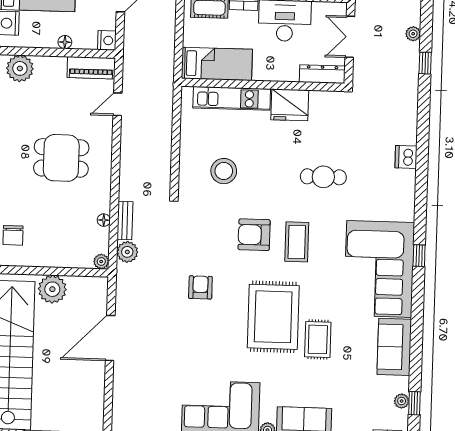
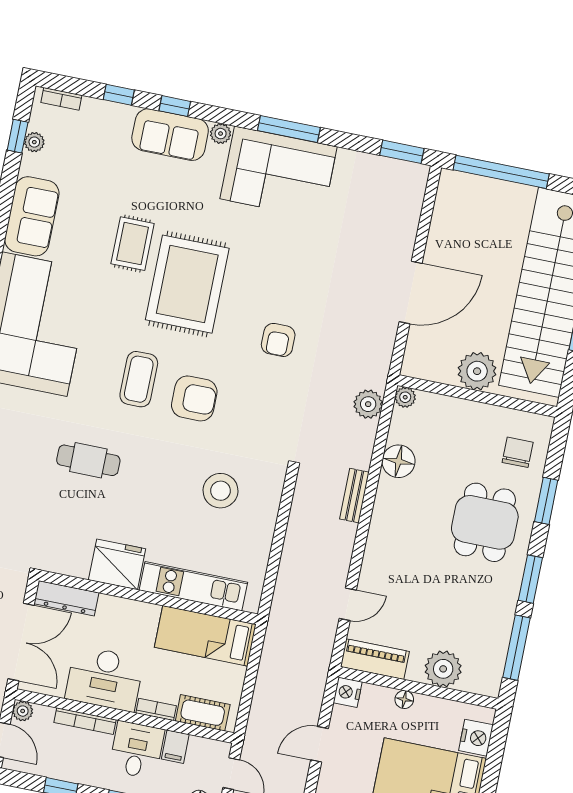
double door: (350, 37) -> (21, 642), width x1.37
plant: (20, 68) -> (443, 669), moved
dining table: (61, 158) -> (485, 522), moved, turned 90
floor lamp: (104, 220) -> (398, 461), width x1.89, depth x1.89
bench: (125, 221) -> (354, 496), moved

